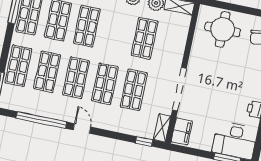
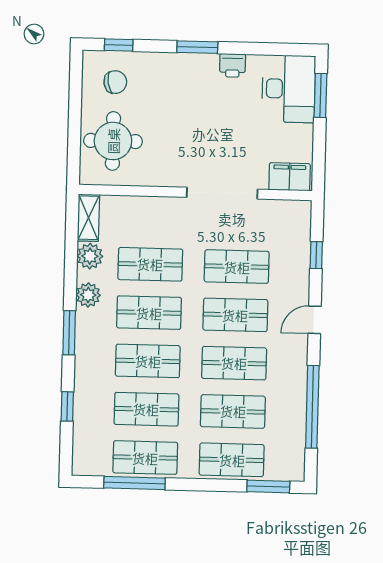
shop shelf: (116, 32) -> (149, 313), added
door: (82, 128) -> (315, 320), moved
shelving: (162, 128) -> (290, 210), removed
window: (144, 141) -> (316, 255), moved

